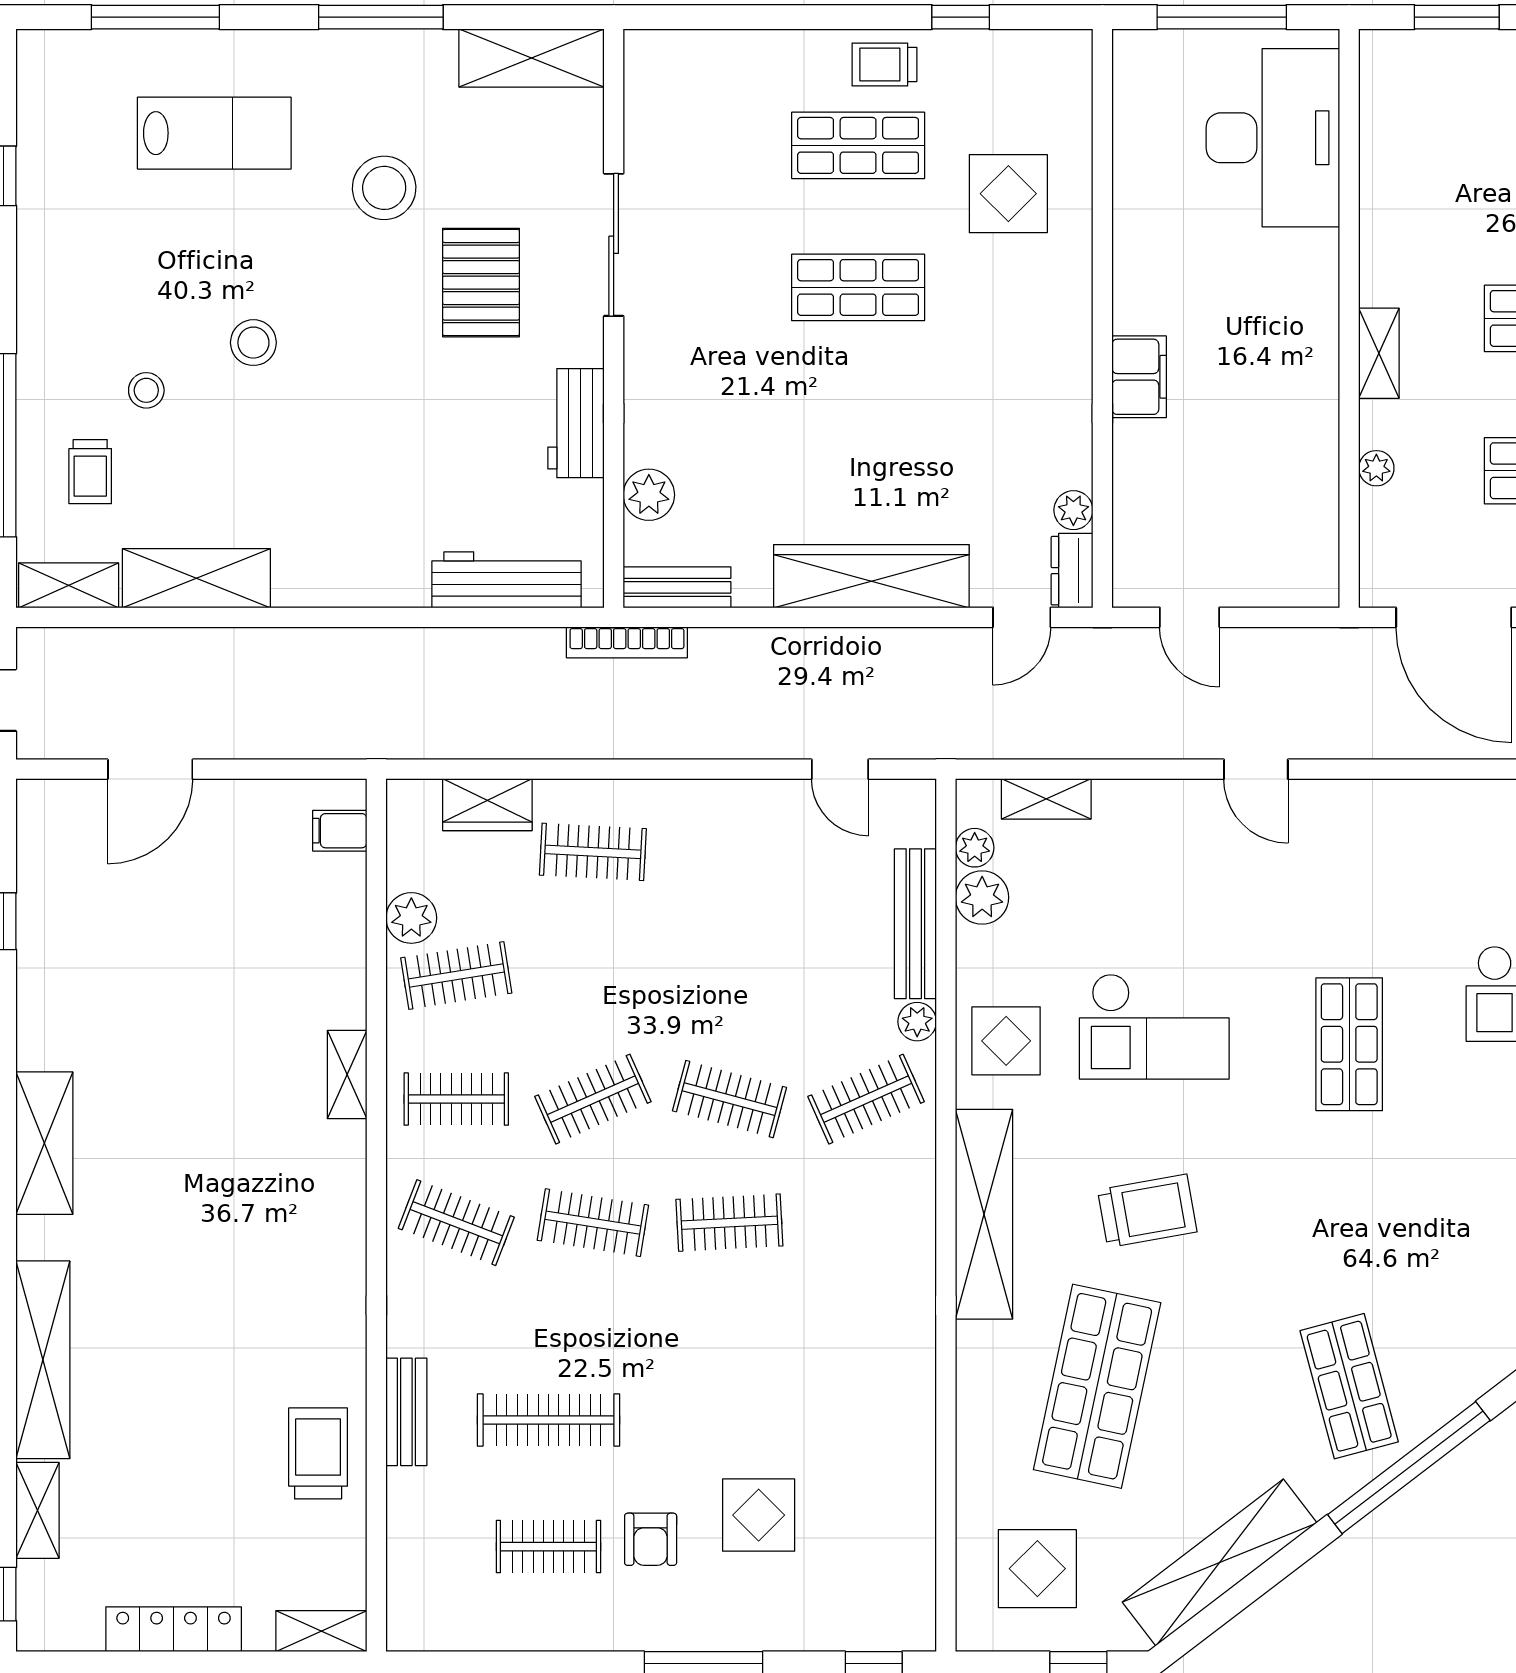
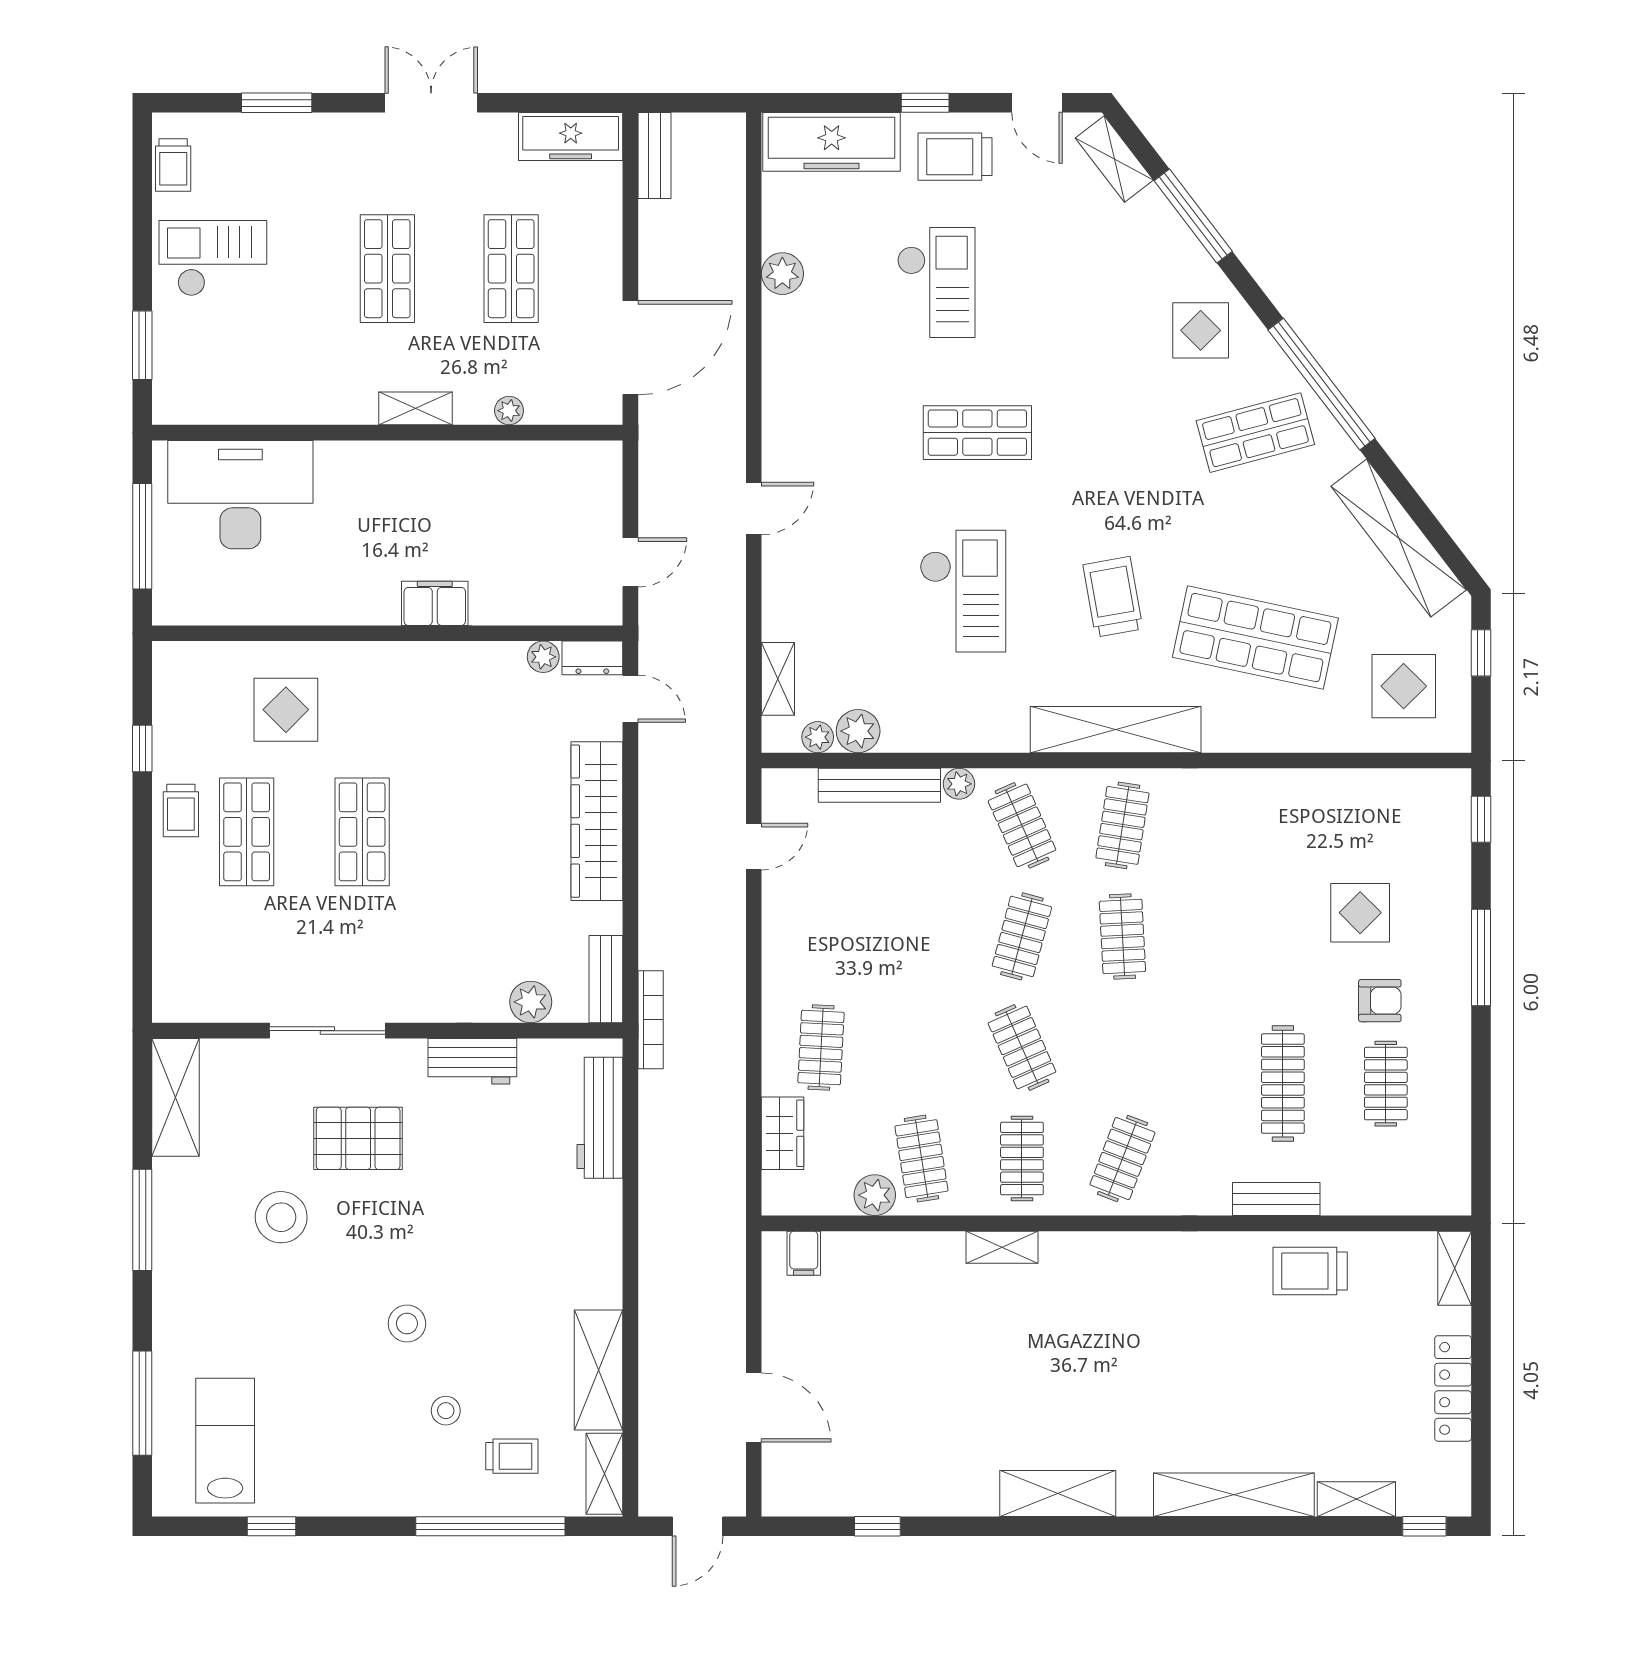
lab bench: (214, 133) -> (225, 1441), moved
display table: (1006, 1041) -> (1201, 330), moved
clothes rail: (593, 1223) -> (1122, 825), moved

